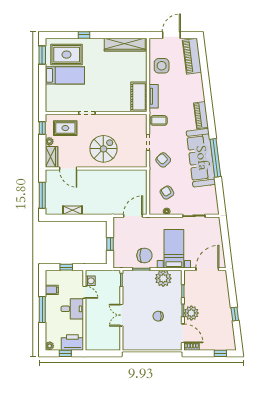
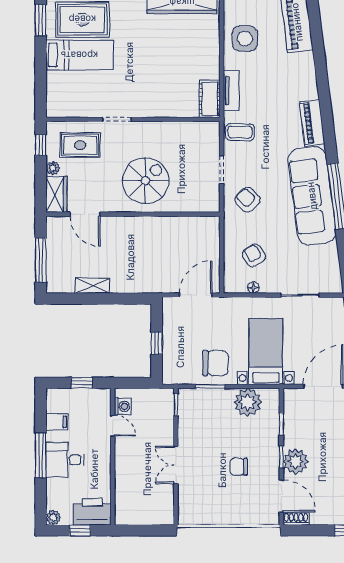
cot: (139, 97) -> (210, 99), width x0.73, depth x0.75
desk: (72, 309) -> (65, 460), moved, turned 180

